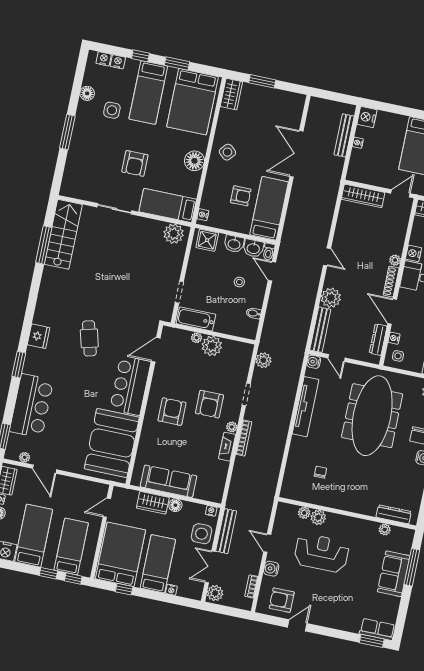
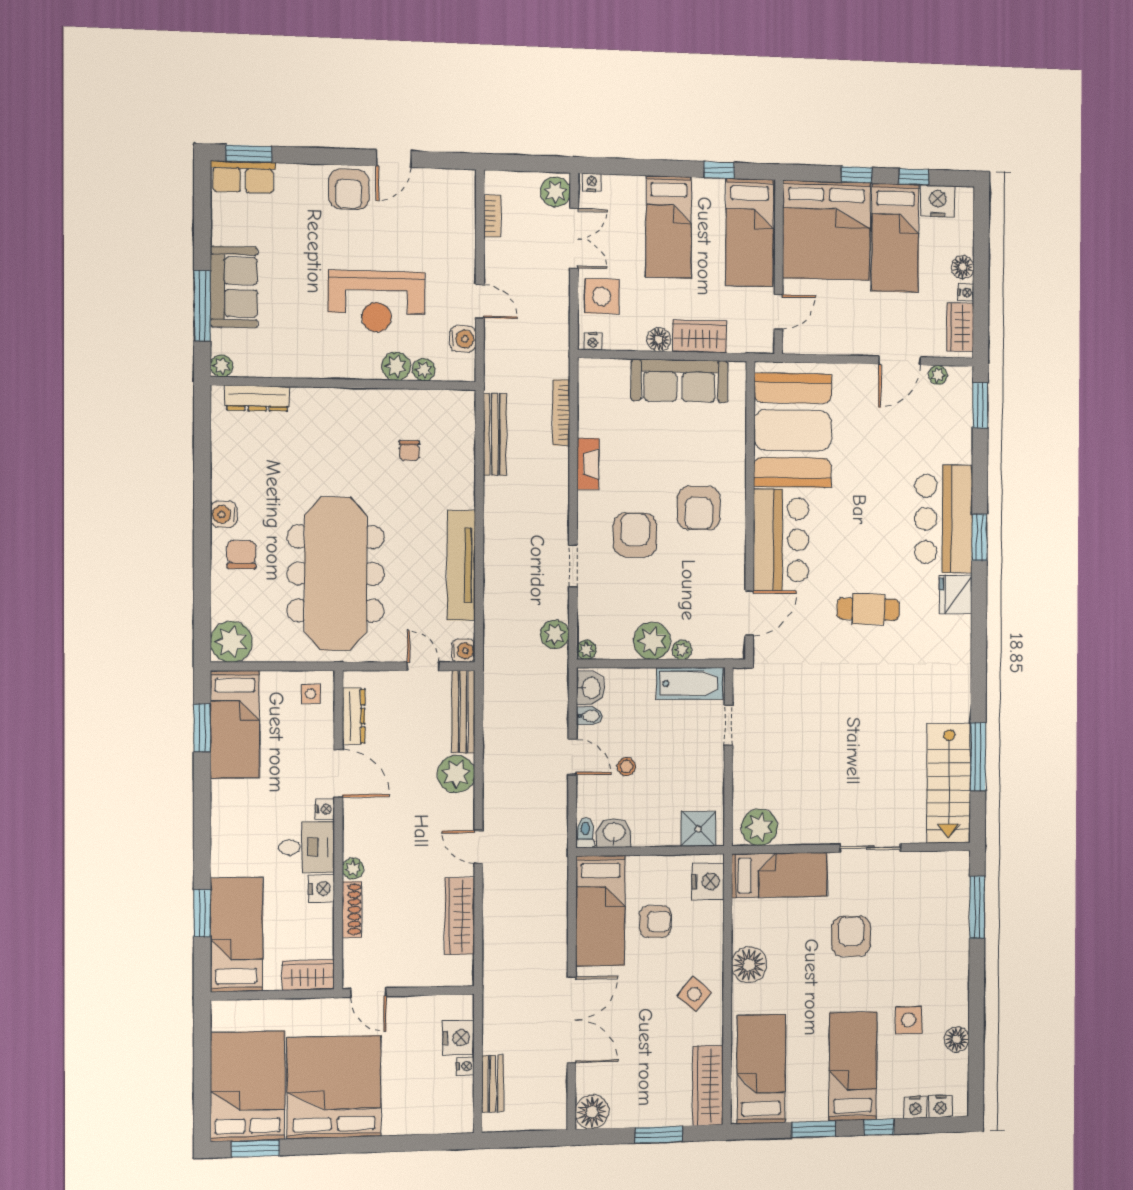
wardrobe: (231, 94) -> (708, 1085), width x1.50
bed: (193, 102) -> (761, 1069), width x0.67
floor lamp: (296, 102) -> (592, 1112), added
nightstand: (367, 117) -> (459, 1038), moved
window: (67, 132) -> (977, 907), moved
bench: (344, 135) -> (493, 1084), width x0.73
door: (400, 193) -> (368, 993), hinge flipped
armchair: (241, 196) -> (655, 922), turned 180
wardrobe: (363, 196) -> (460, 916), moved, turned -90
nightstand: (203, 215) -> (708, 881), width x1.89, depth x1.79
washbasin: (234, 244) -> (591, 688), moved, turned 90
door: (272, 271) -> (572, 757), moved
shoe rack: (391, 282) -> (352, 909), moved
cafe table: (89, 338) -> (868, 609), turned -74
nightstand: (394, 338) -> (325, 809), moved
bar counter: (31, 406) -> (944, 519), moved
plant: (232, 427) -> (586, 650), moved
bookcase: (244, 438) -> (561, 413), moved
door: (45, 469) -> (899, 361), swing flipped
plant: (385, 529) -> (222, 366), moved
bench: (226, 531) -> (495, 434), moved
bed: (71, 546) -> (827, 230), width x2.04
bed: (121, 554) -> (749, 232), width x0.67
water cooler: (271, 569) -> (463, 339), moved
window: (73, 579) -> (914, 177), moved
nightstand: (171, 590) -> (592, 183), moved
armchair: (282, 600) -> (349, 189), moved, turned 90

